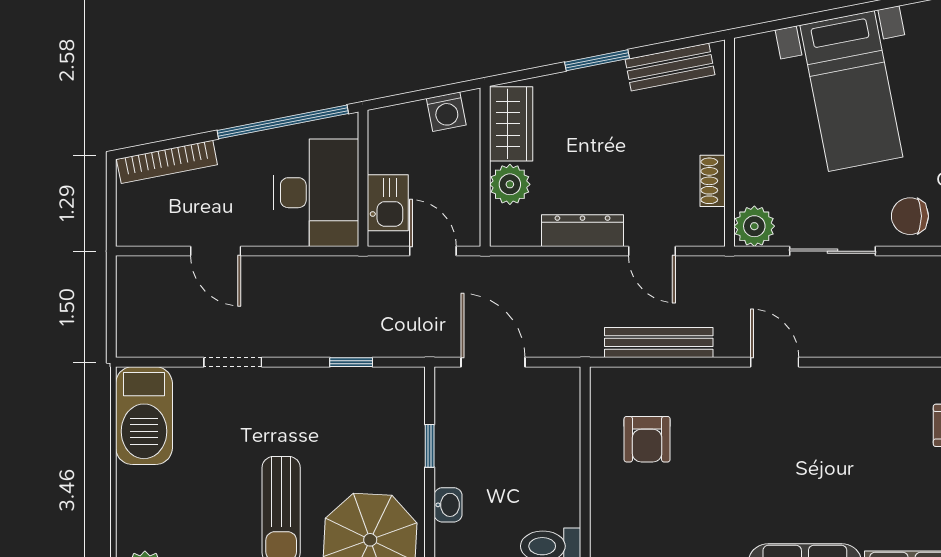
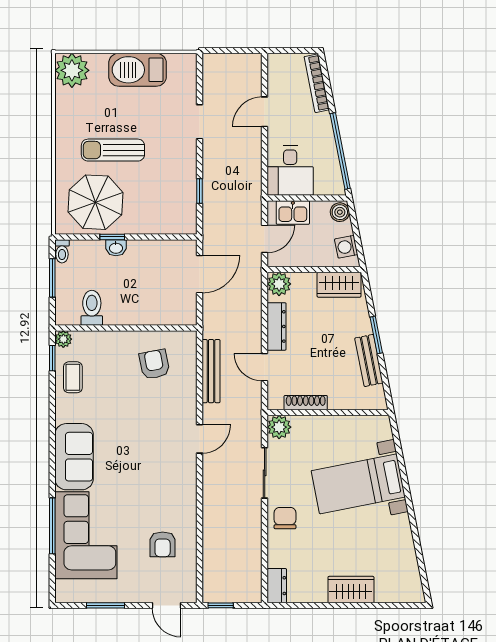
bench: (670, 67) -> (369, 360), moved
boiler: (387, 122) -> (340, 212), added
shoe rack: (713, 181) -> (306, 403), width x1.43
plant: (510, 184) -> (279, 284), moved
desk: (316, 193) -> (290, 171), width x0.73
door: (652, 251) -> (265, 367), hinge flipped
barbecue: (144, 416) -> (138, 70), moved
armchair: (647, 439) -> (154, 364), turned 79
window: (430, 446) -> (112, 237), moved

